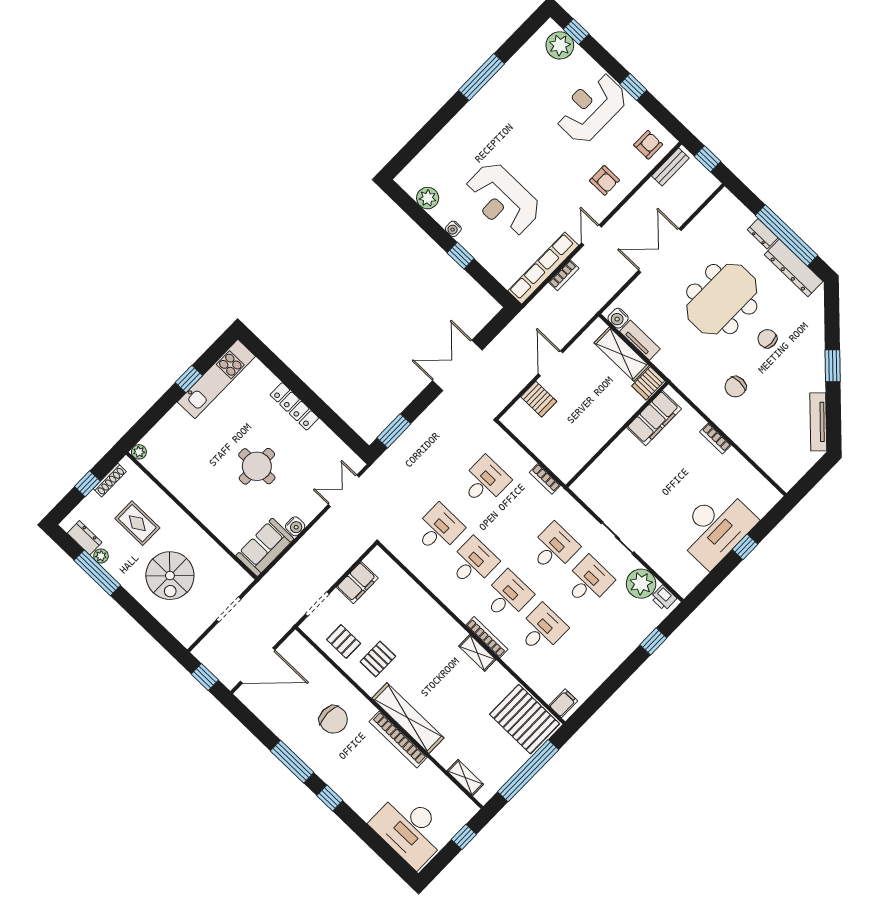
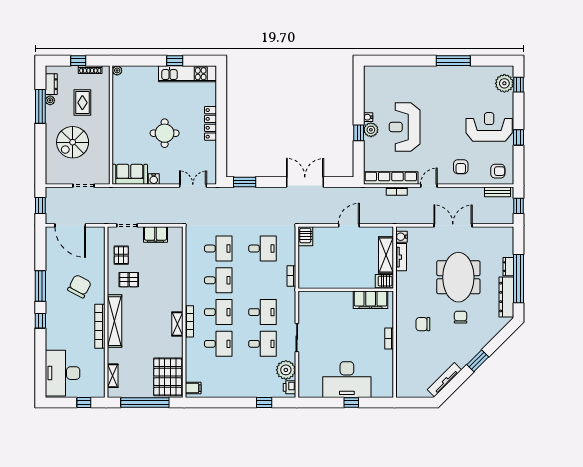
plant: (428, 198) -> (371, 130), moved
meeting table: (722, 299) -> (458, 277), turned 90
server rack: (539, 399) -> (305, 236), moved
chair: (333, 719) -> (79, 286), turned -152

